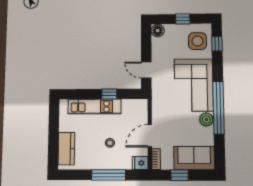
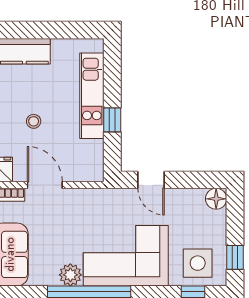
window: (183, 19) -> (235, 257), moved
door: (146, 70) -> (151, 180), swing flipped

